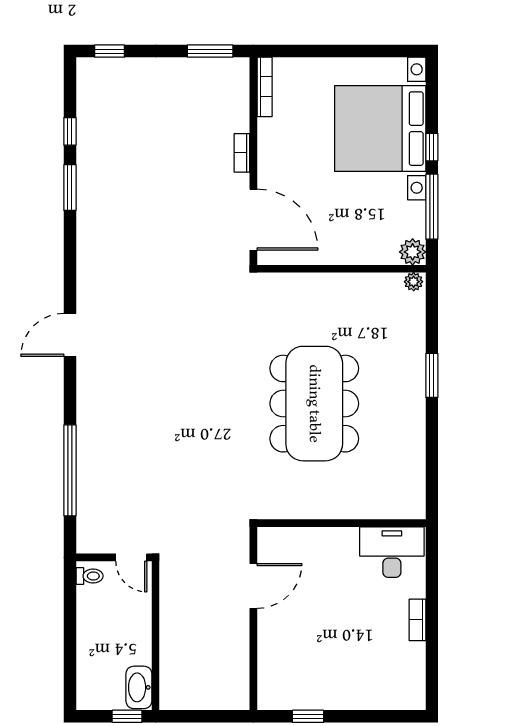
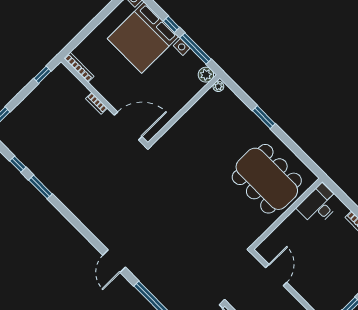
window: (210, 51) -> (42, 75), width x0.67
door: (70, 335) -> (114, 261), moved
dining table: (314, 404) -> (267, 179), moved

